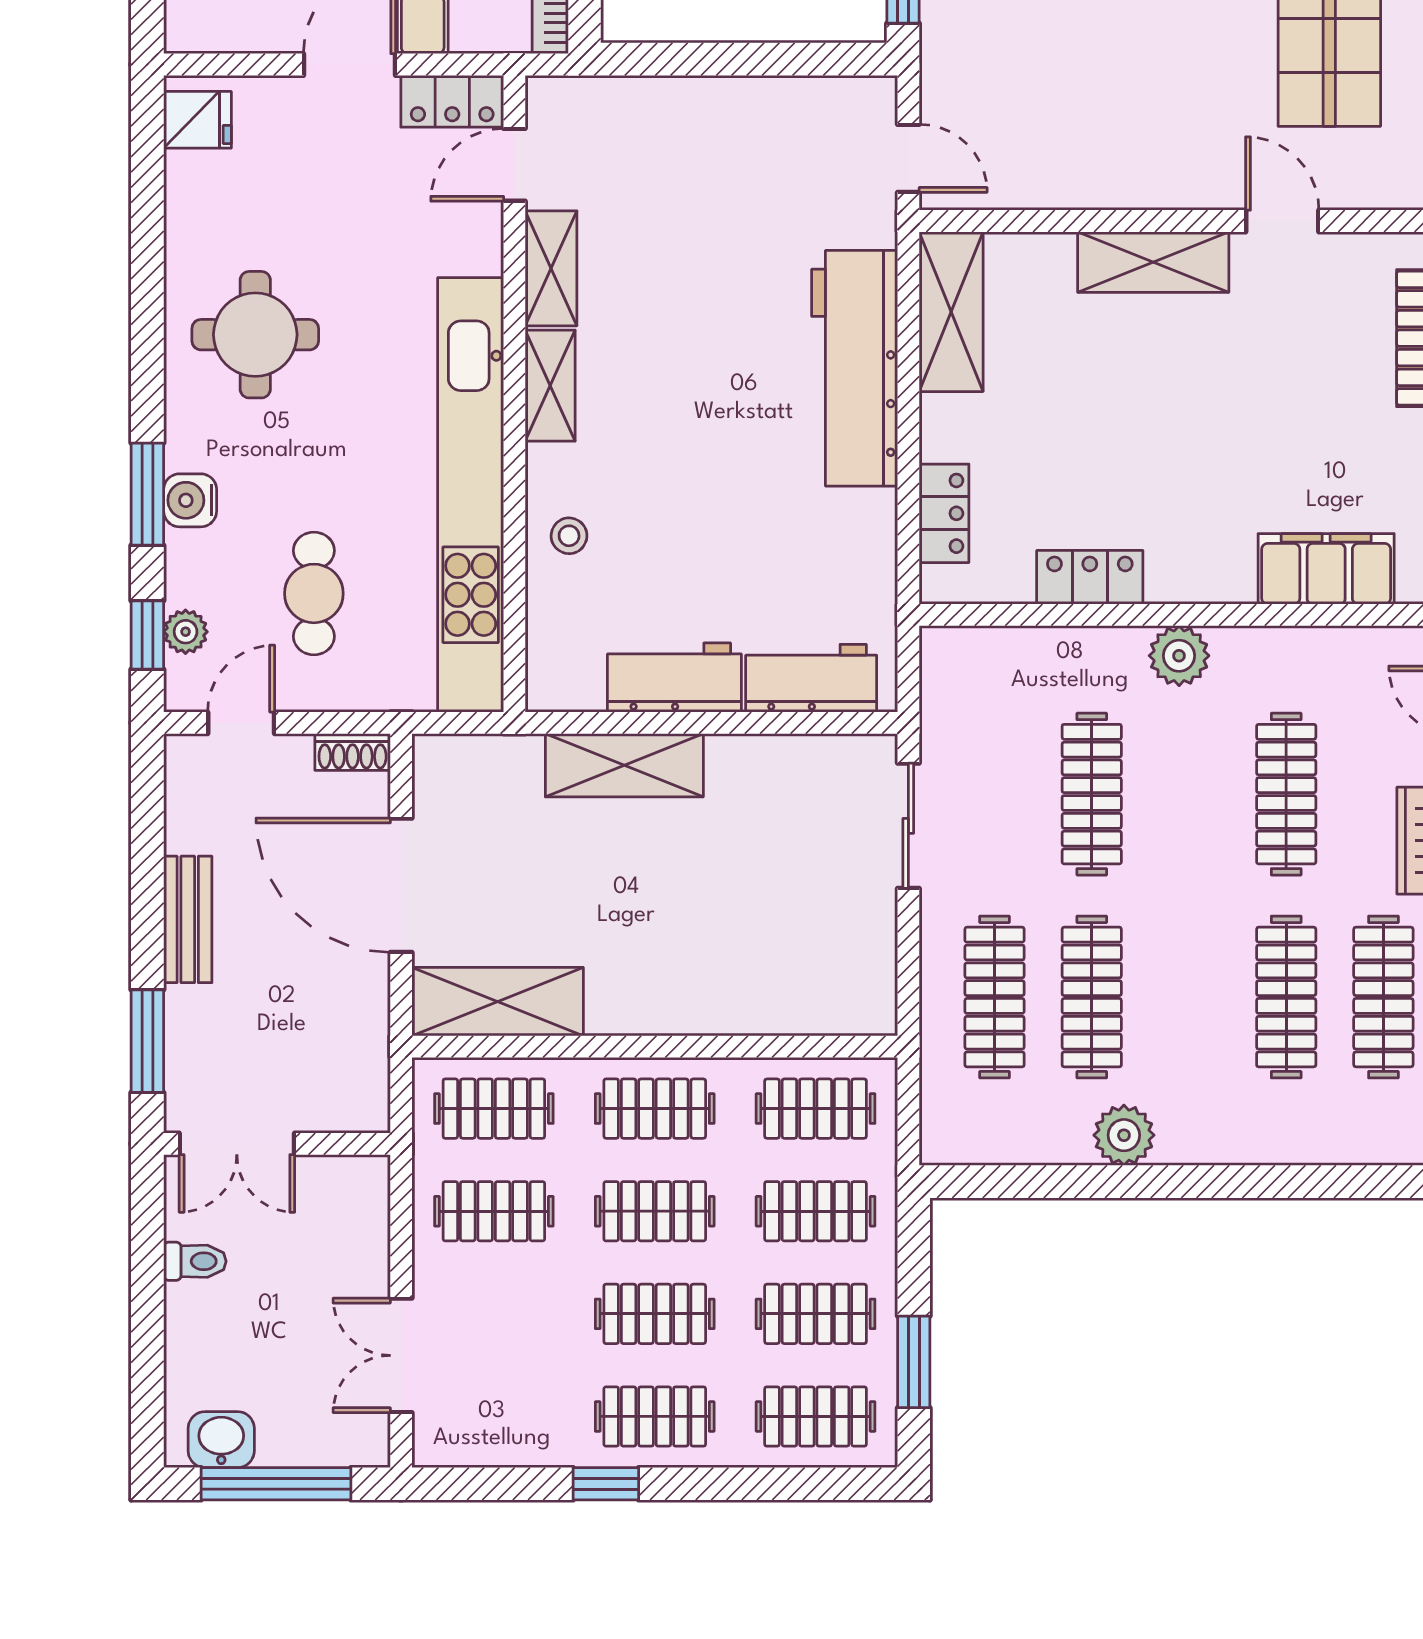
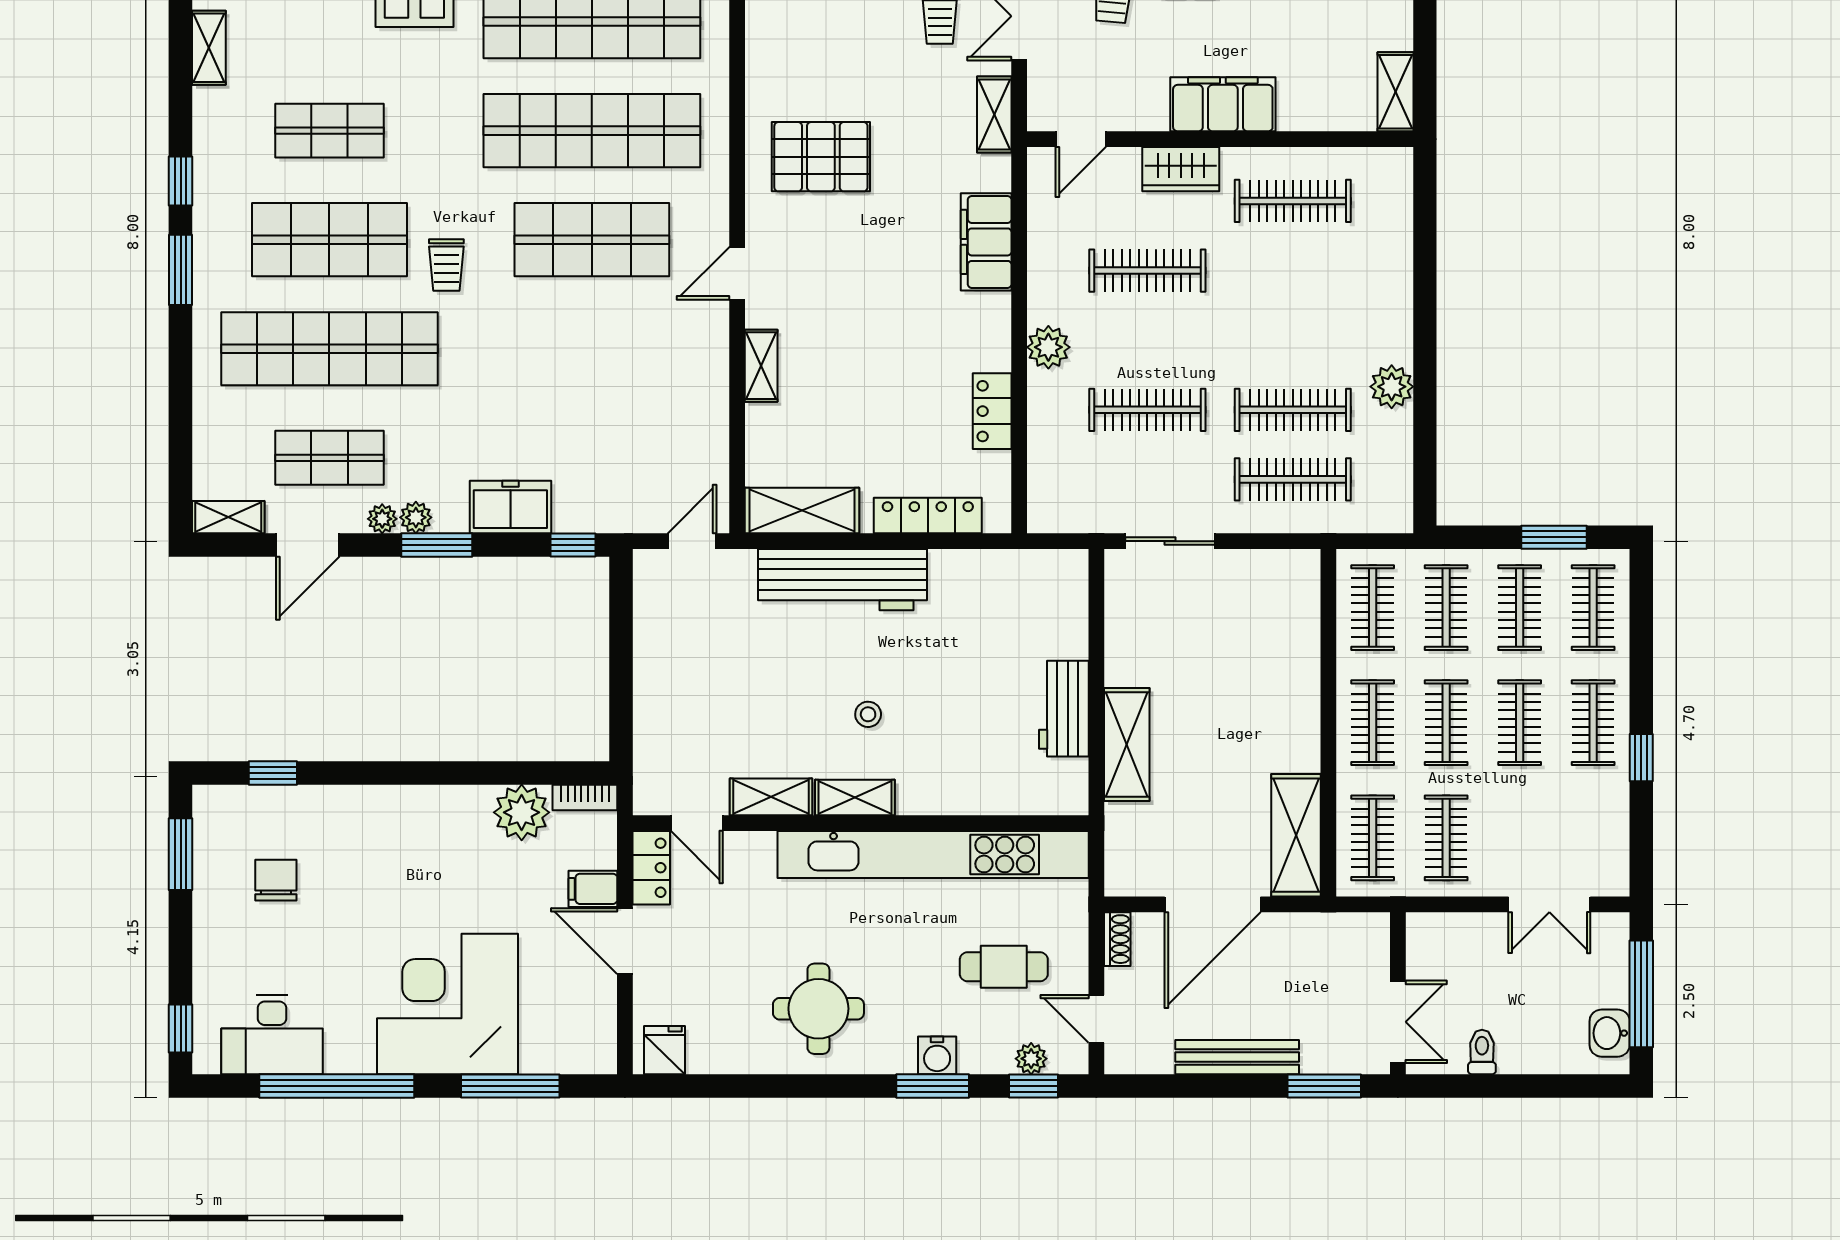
shelving: (1153, 262) -> (761, 366), width x0.67, depth x0.75
locker: (944, 513) -> (928, 516), width x1.53
stool: (569, 536) -> (868, 714), moved
workbench: (811, 678) -> (1064, 611), removed
bench: (188, 919) -> (1237, 1057), width x1.36
clothes rail: (1286, 997) -> (1293, 271), removed

